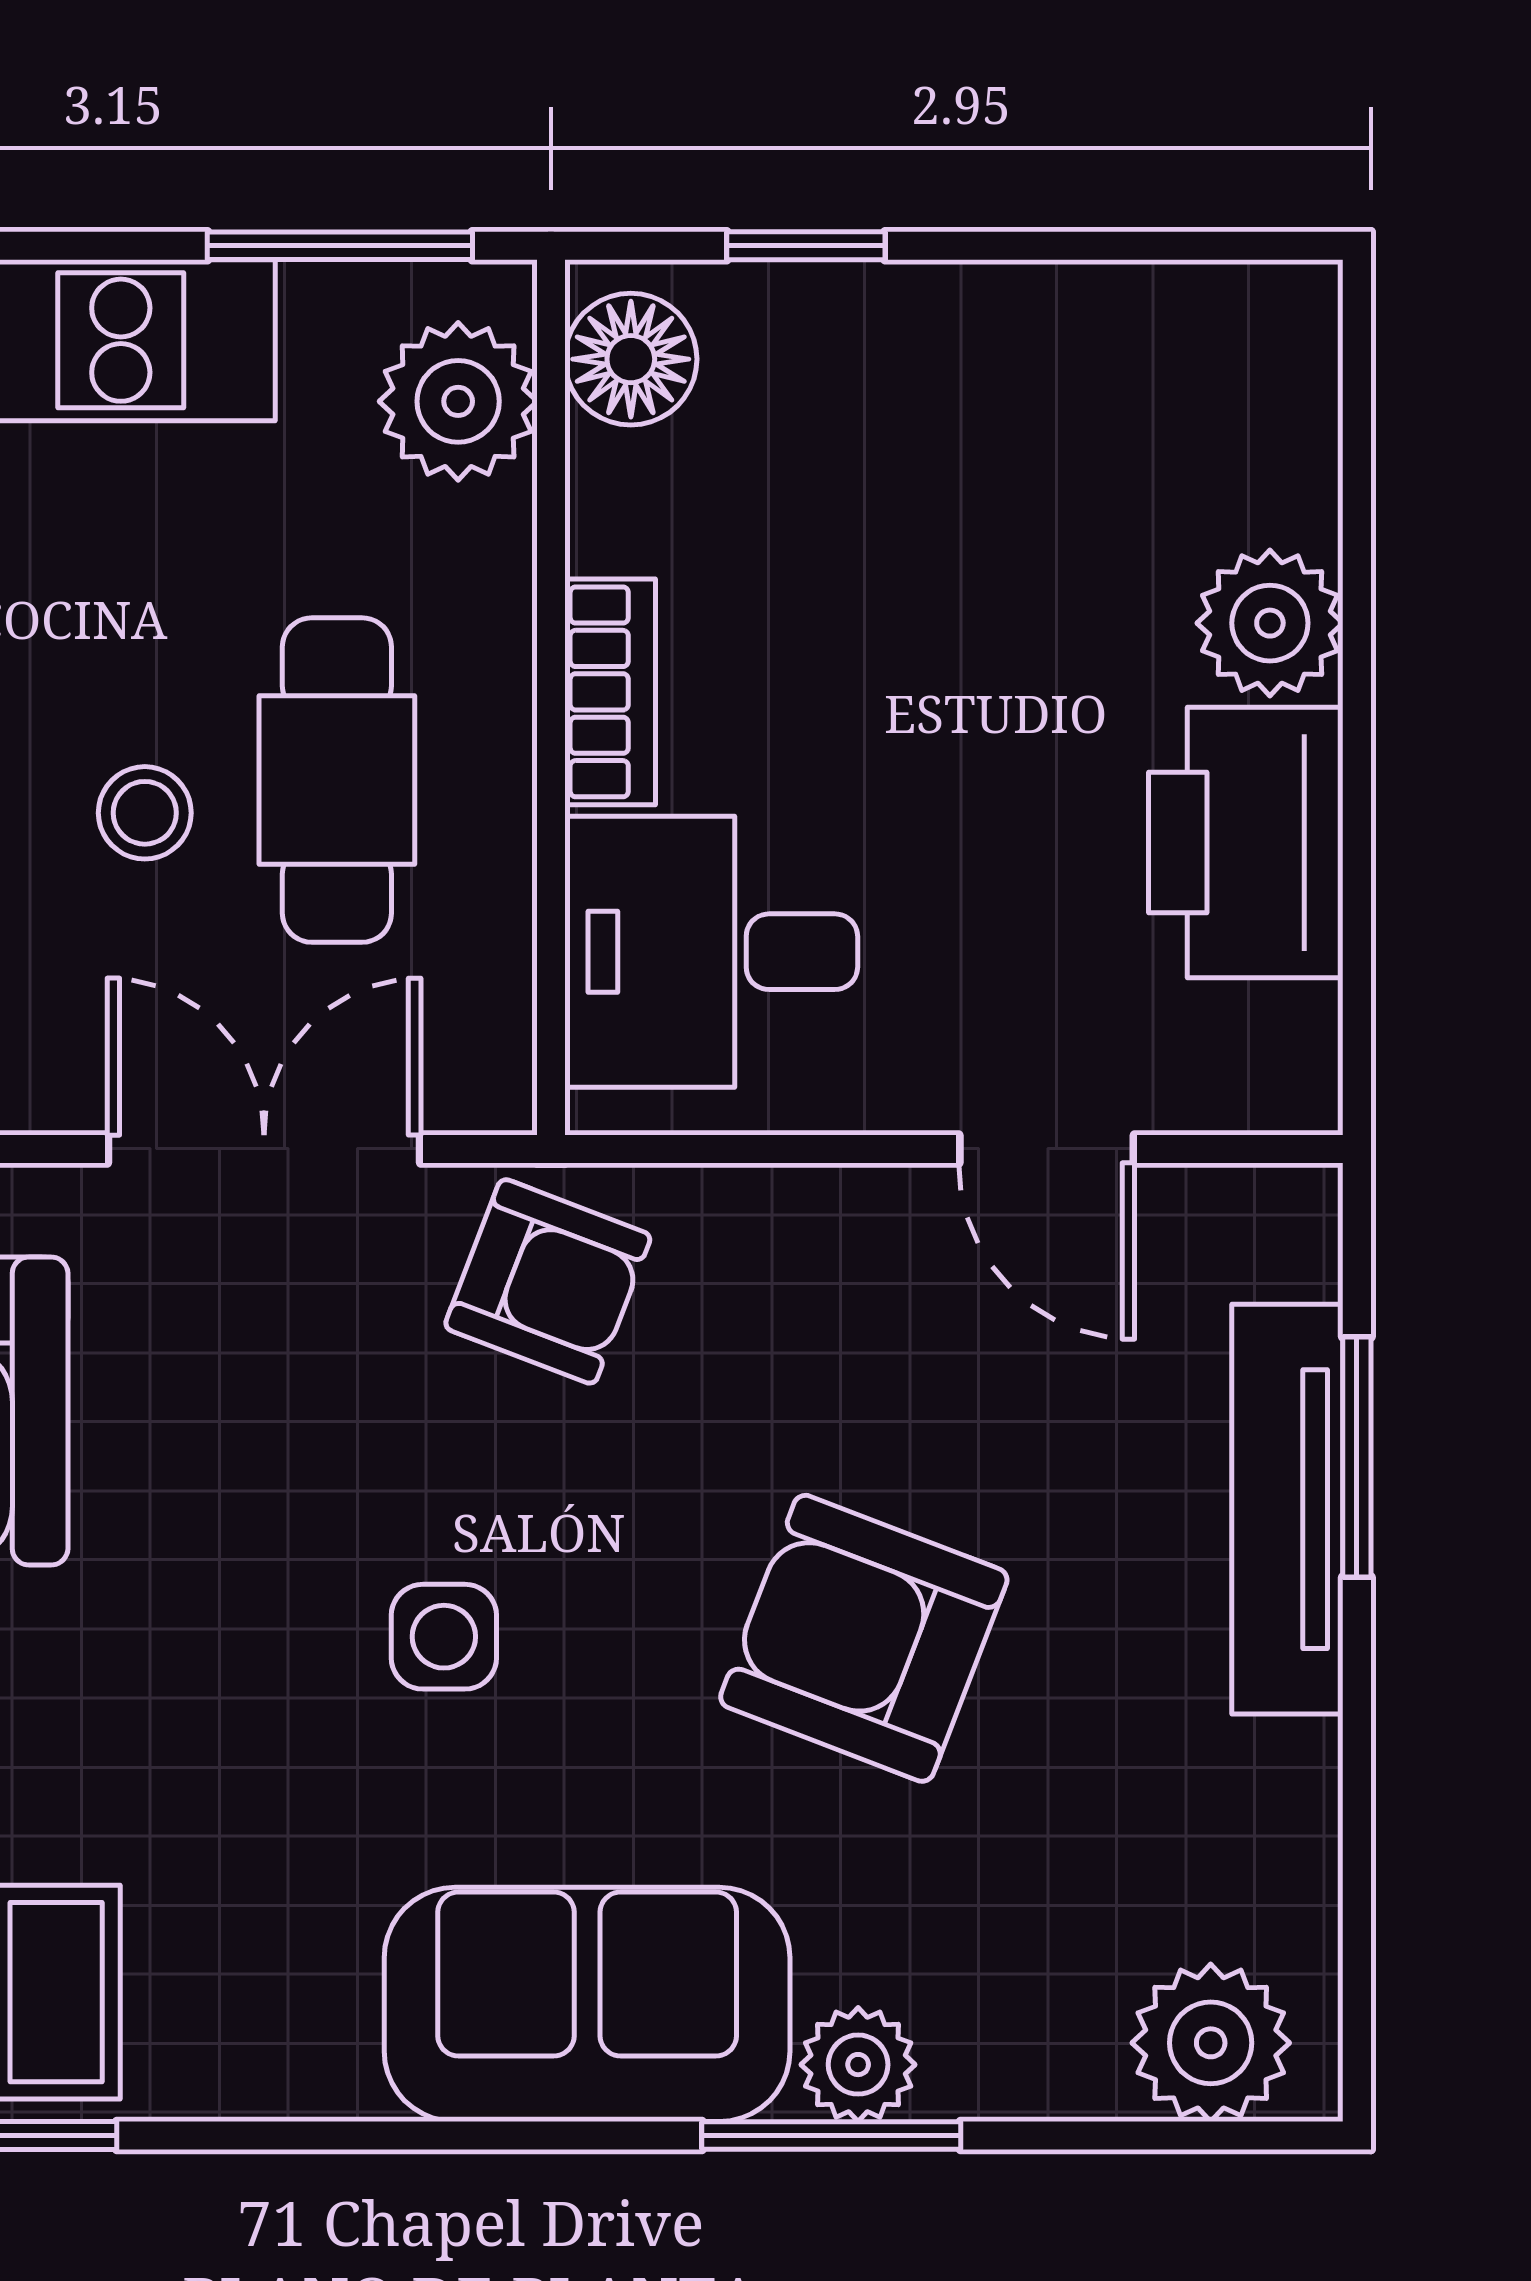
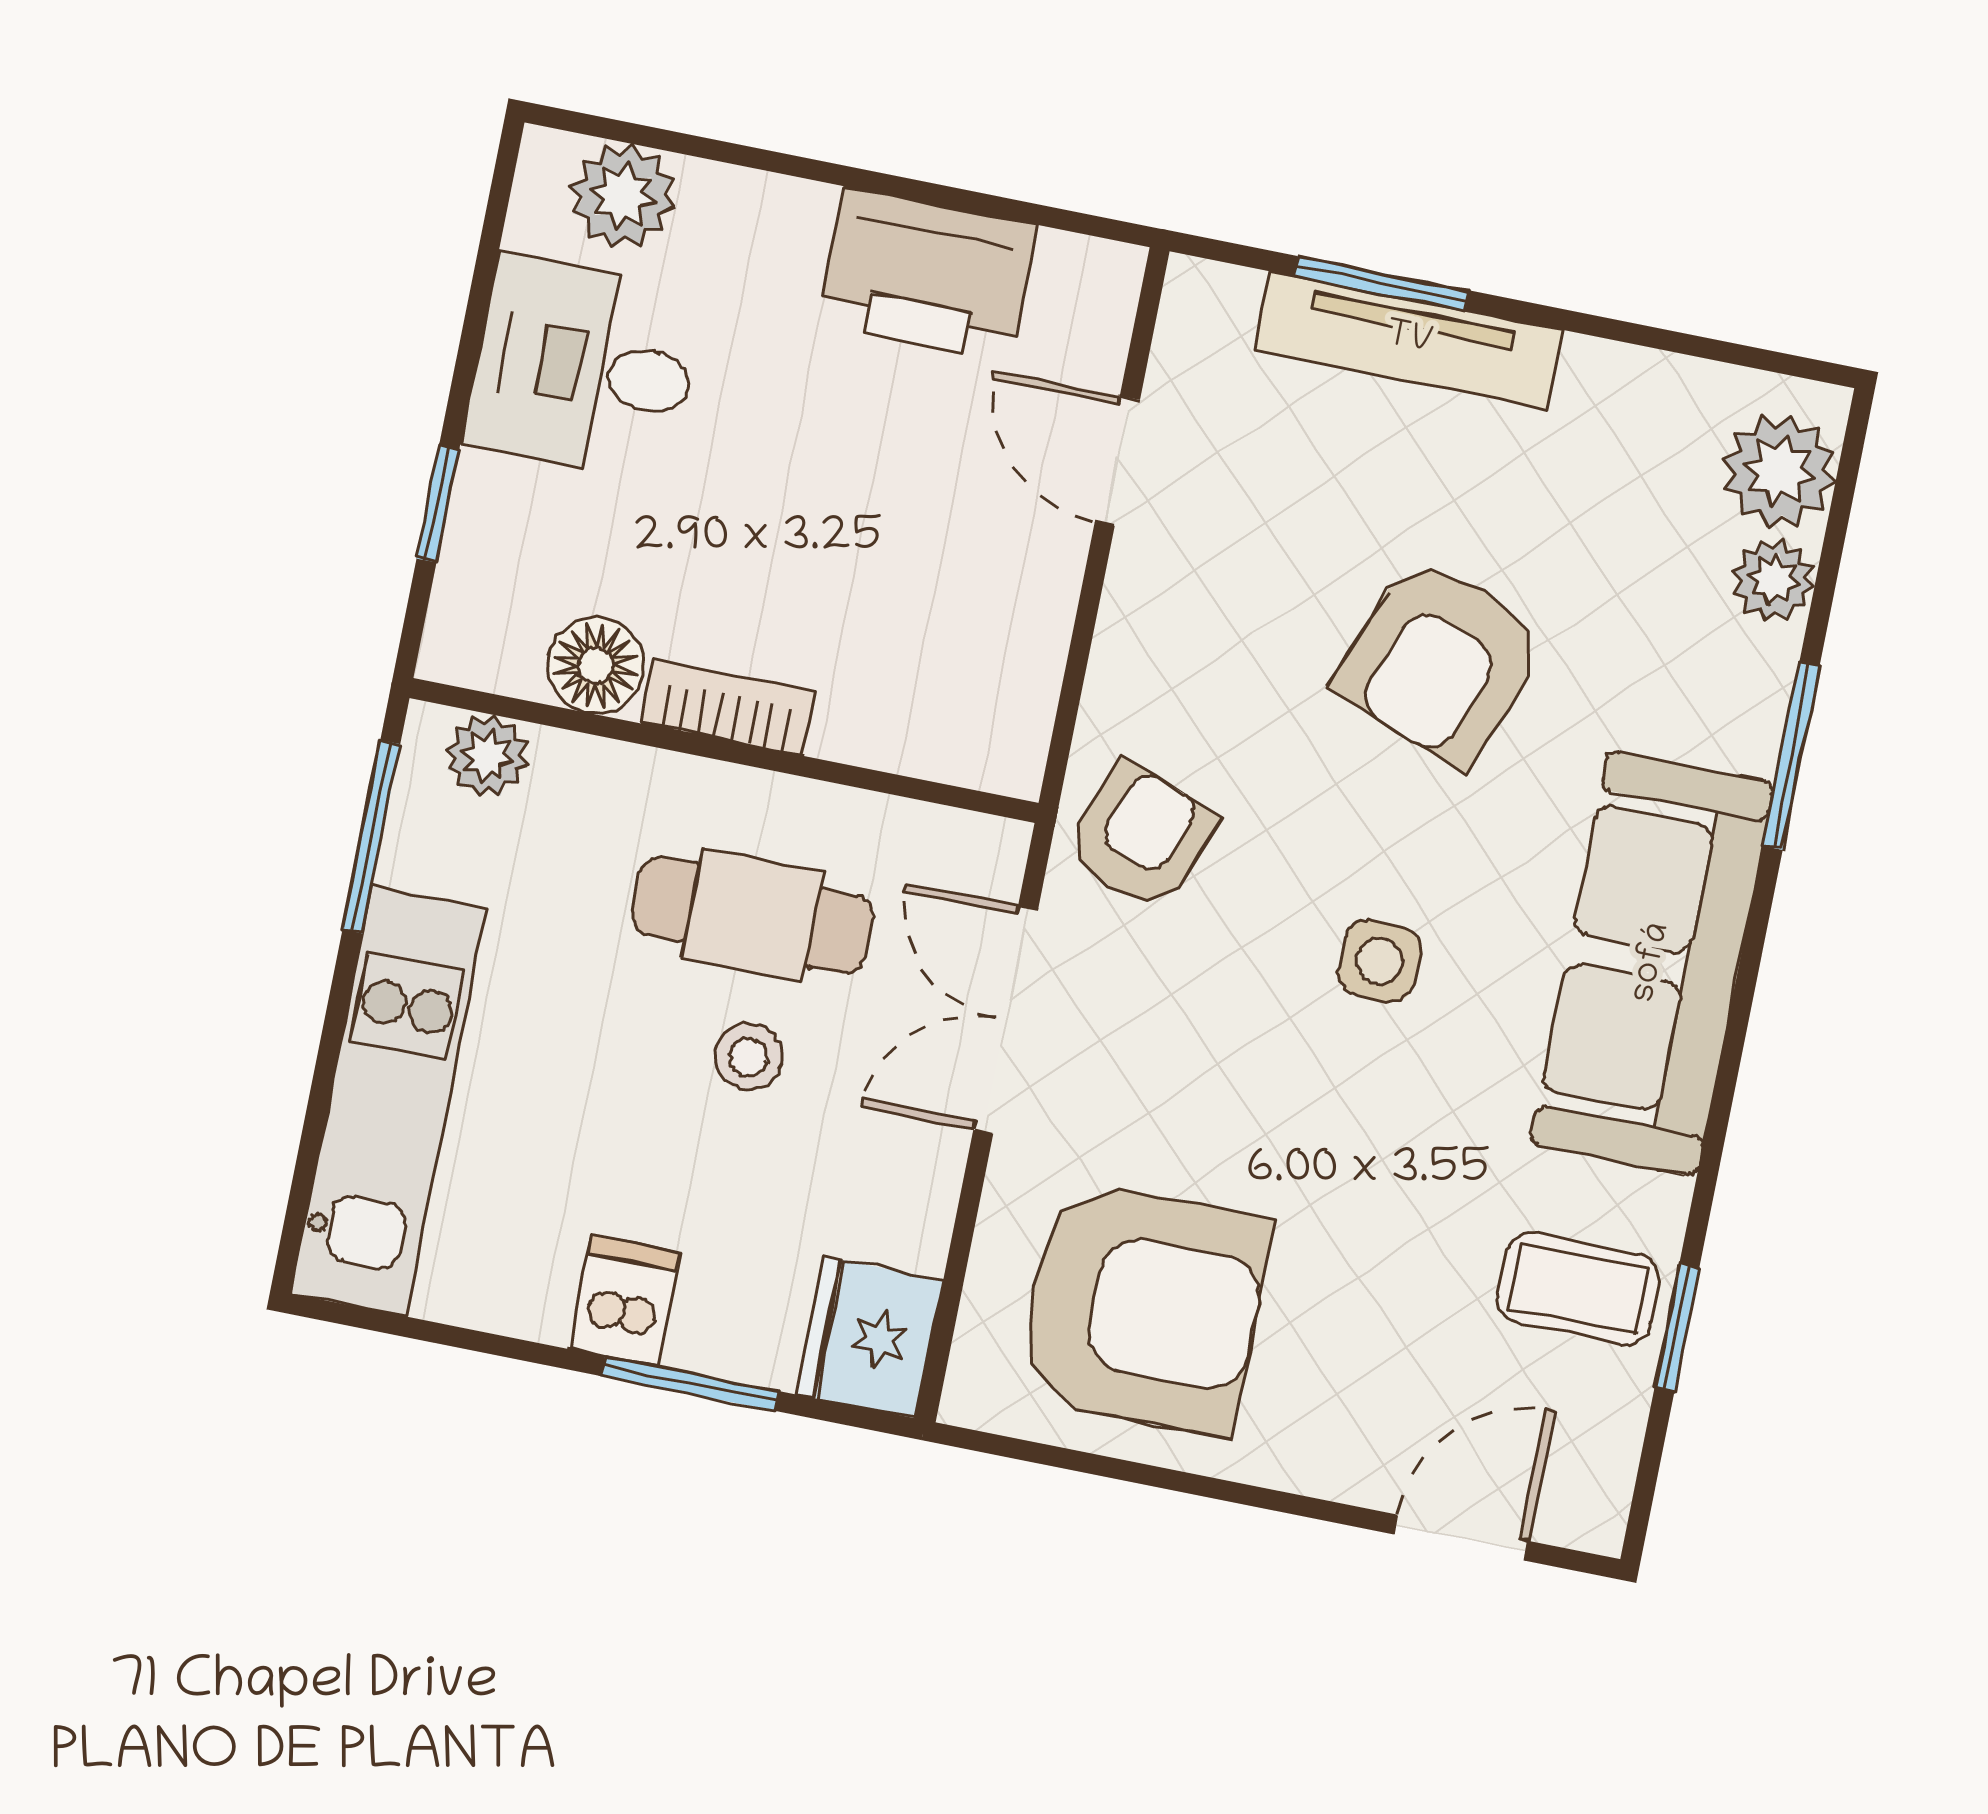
floor lamp: (631, 359) -> (596, 666), moved
plant: (458, 401) -> (487, 756), width x0.73, depth x0.73
plant: (1270, 623) -> (623, 196), moved
desk: (711, 952) -> (584, 368), moved, turned 90
door: (1047, 1149) -> (1117, 461), swing flipped
sofa: (587, 2004) -> (1652, 963), width x1.36
plant: (858, 2065) -> (1774, 579), moved

